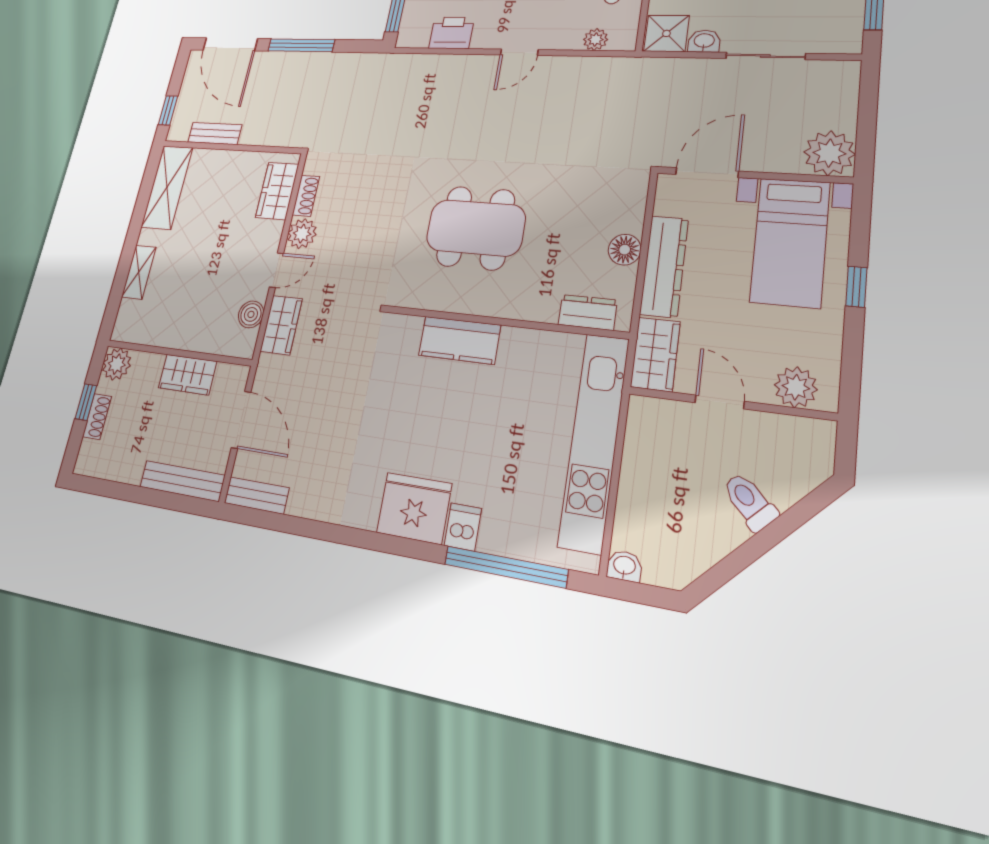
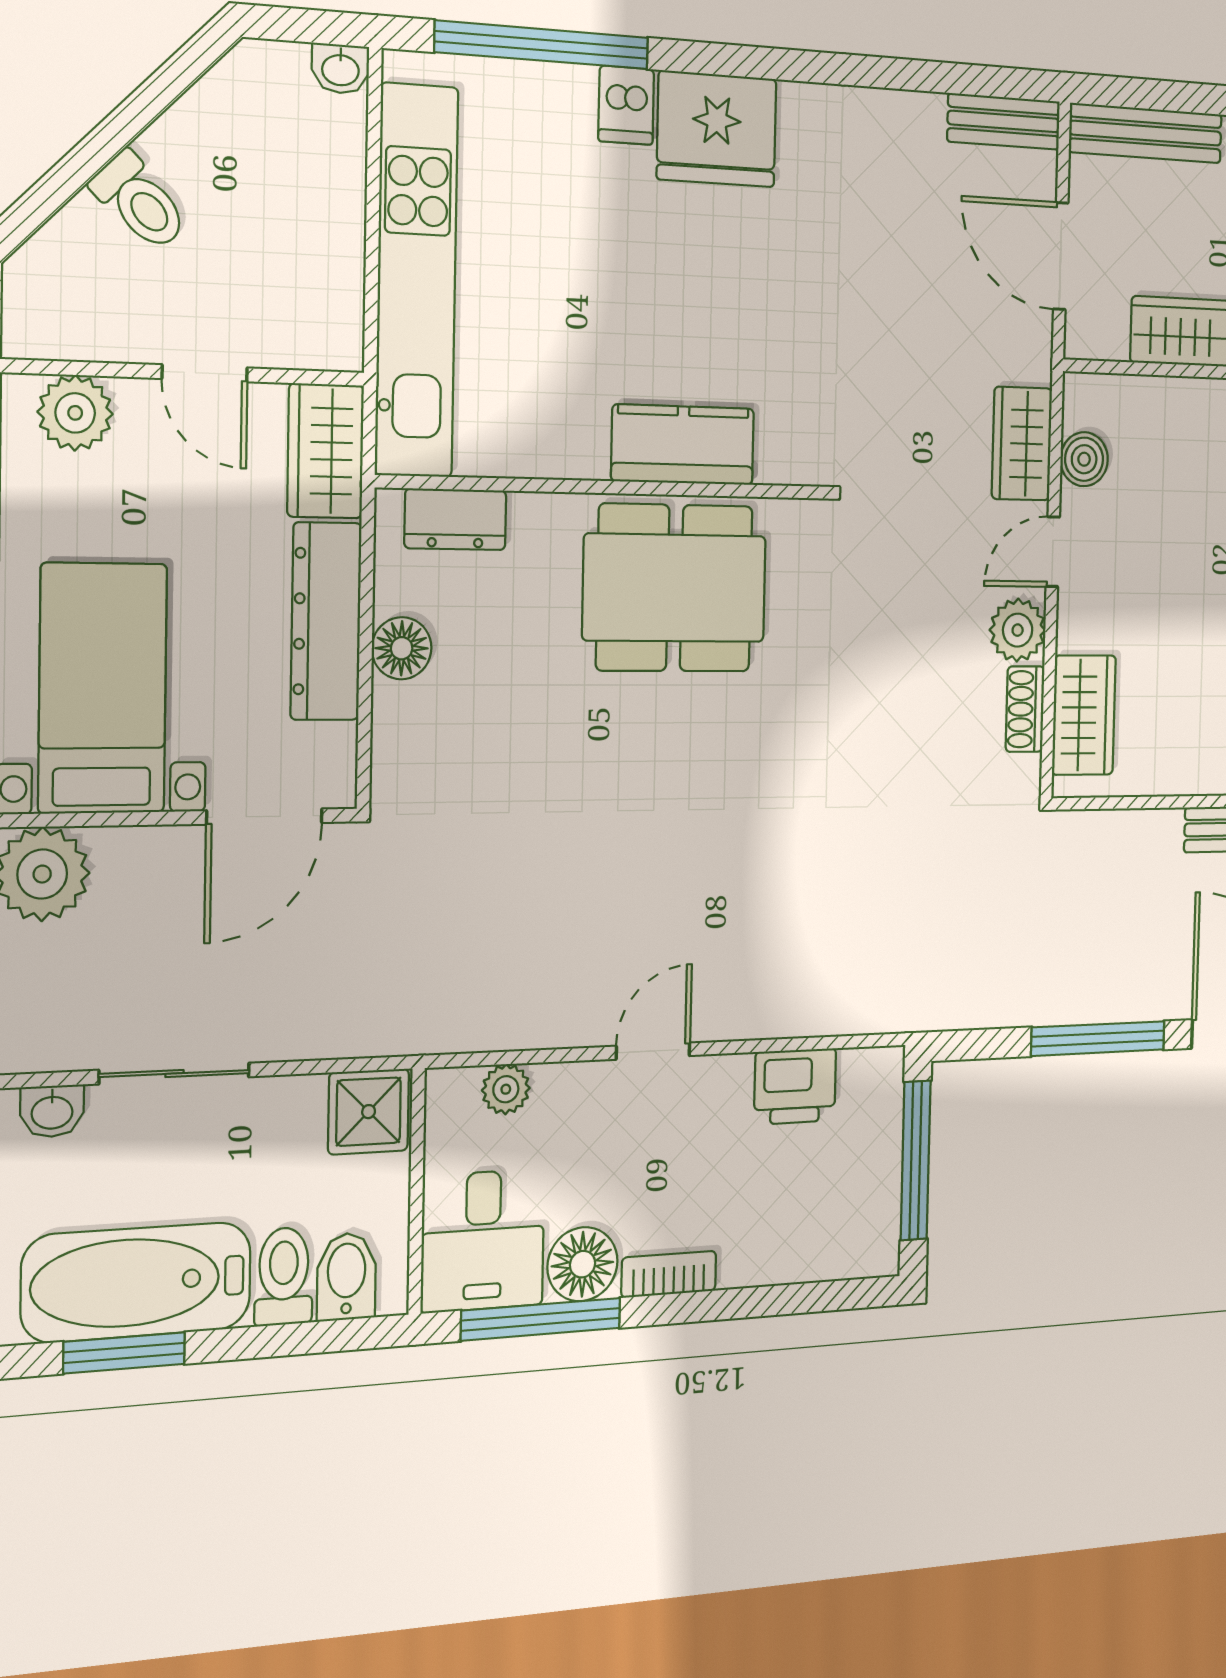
washbasin: (704, 41) -> (52, 1111), moved
dining table: (476, 228) -> (675, 588), moved

